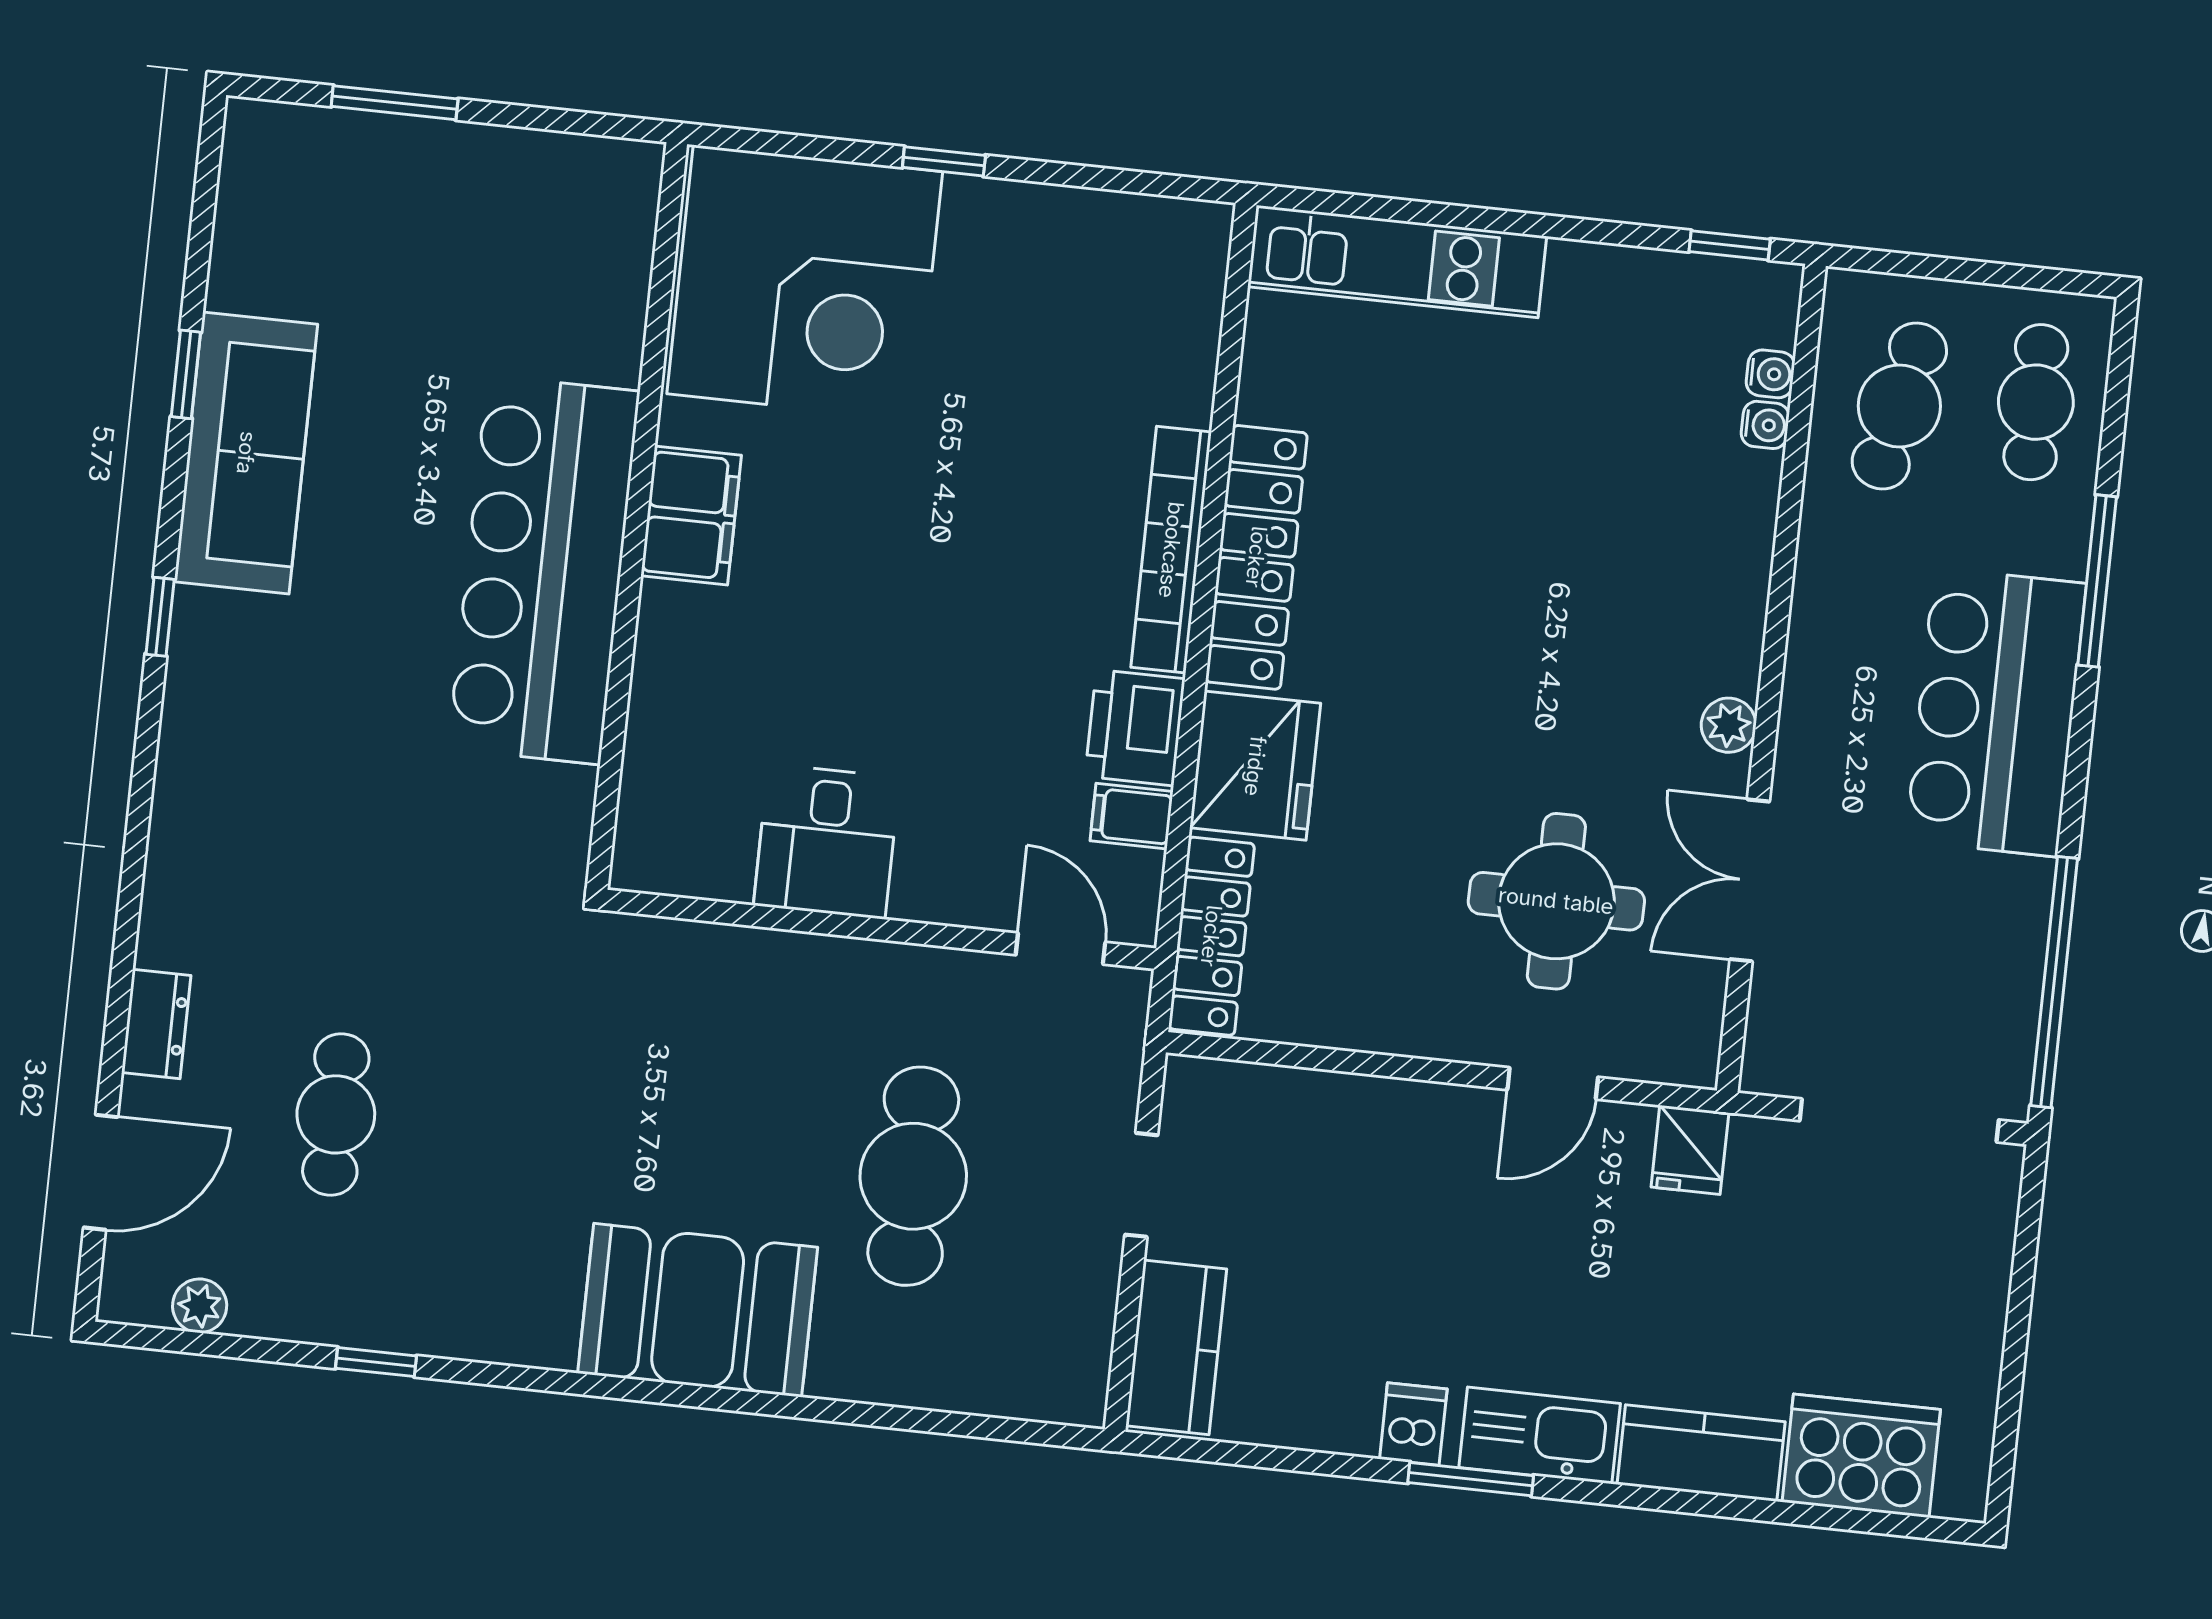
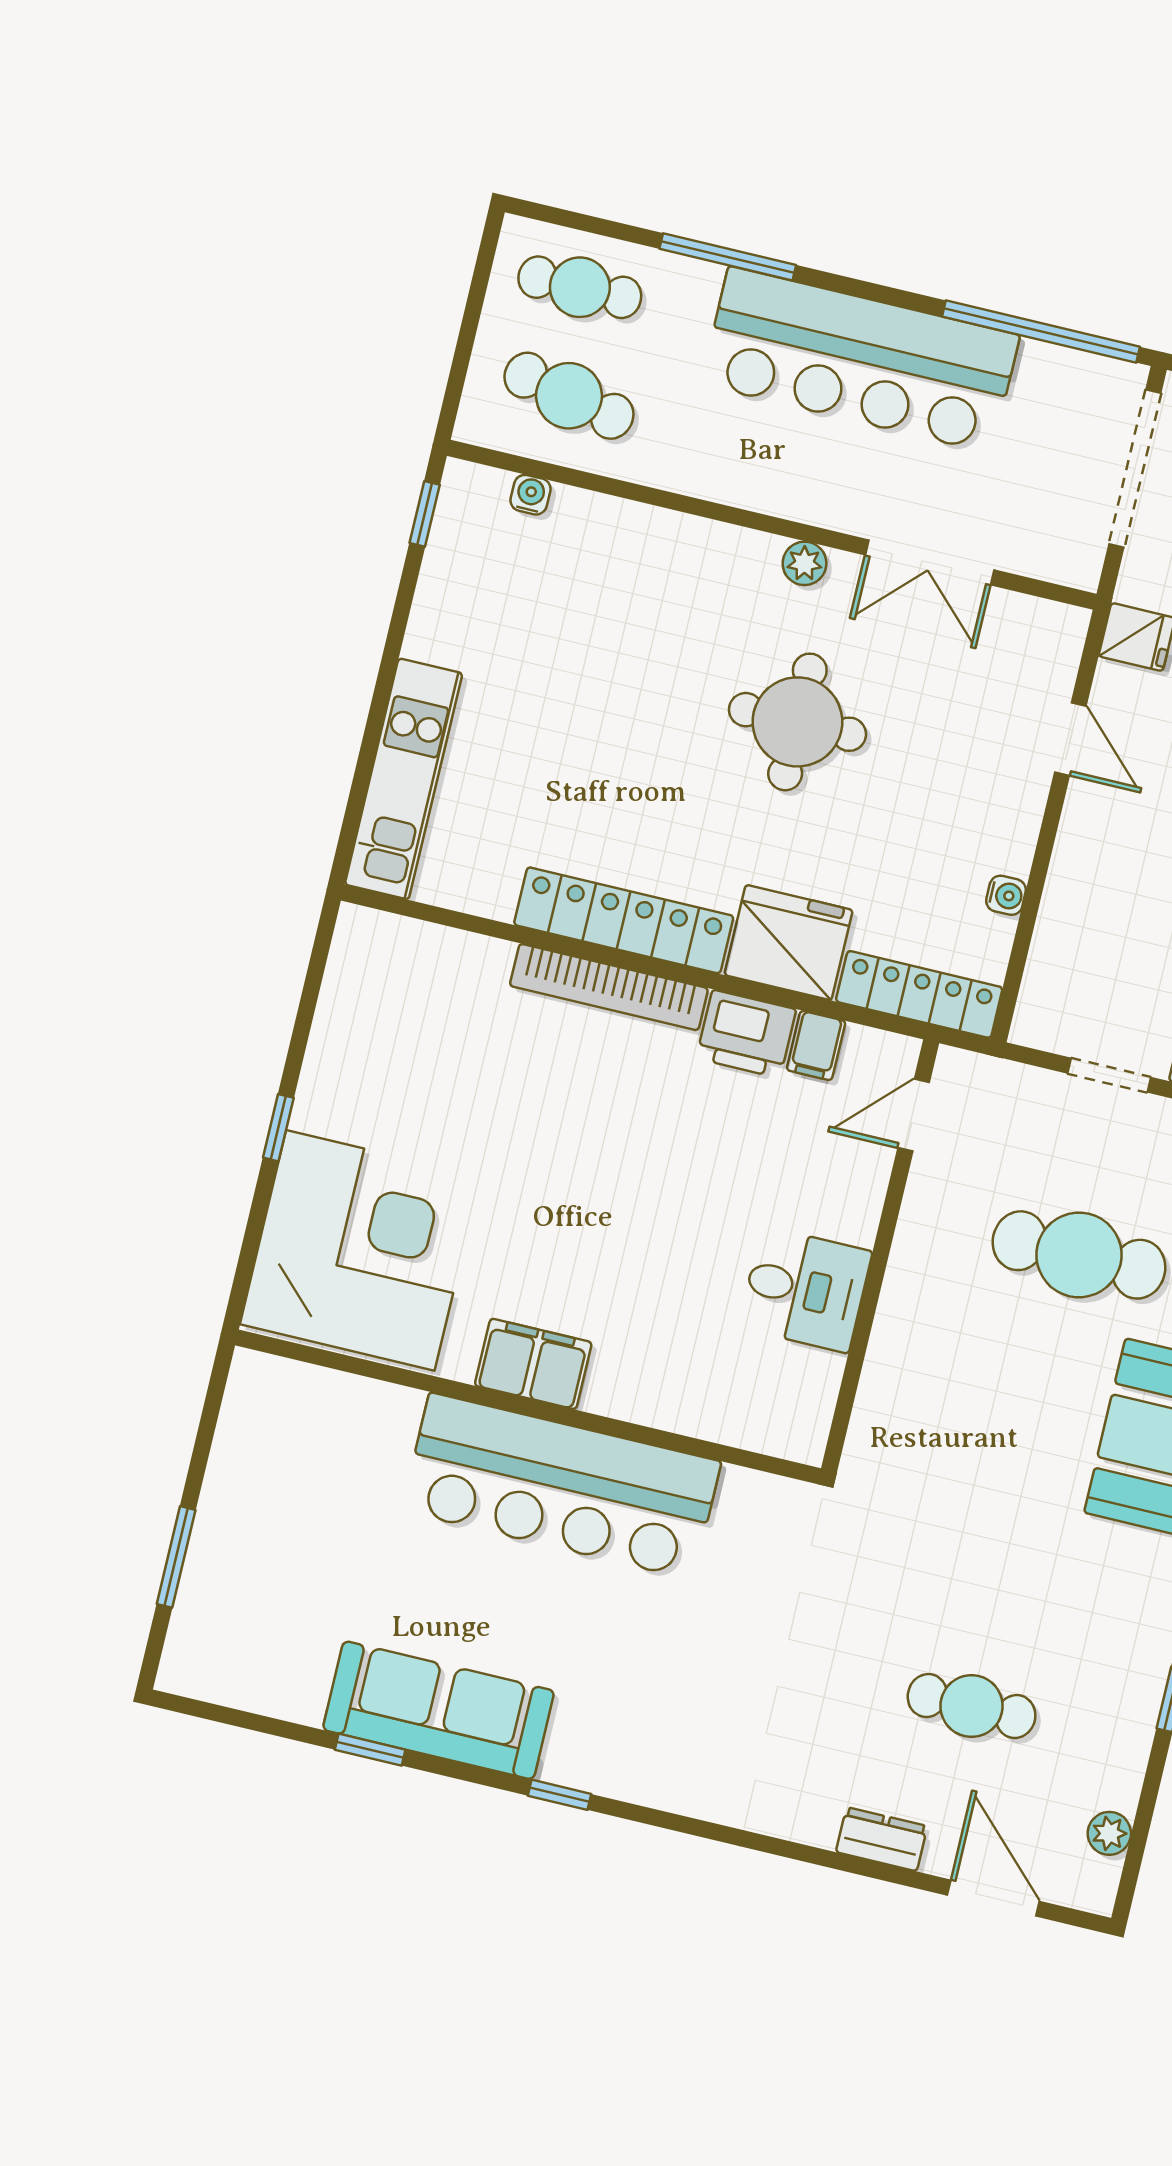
water cooler: (1765, 425) -> (1006, 895), moved, turned 90
bar counter: (1996, 712) -> (860, 360), width x1.36
round table: (1556, 901) -> (797, 722), moved

